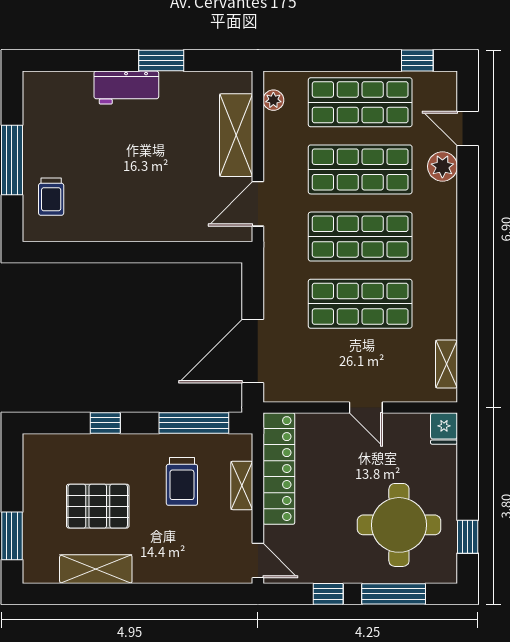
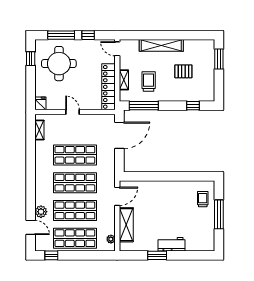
window: (105, 423) -> (193, 106), moved
pallet: (98, 506) -> (183, 71), width x0.67, depth x0.71
shelving: (96, 569) -> (161, 45), moved, width x1.47

